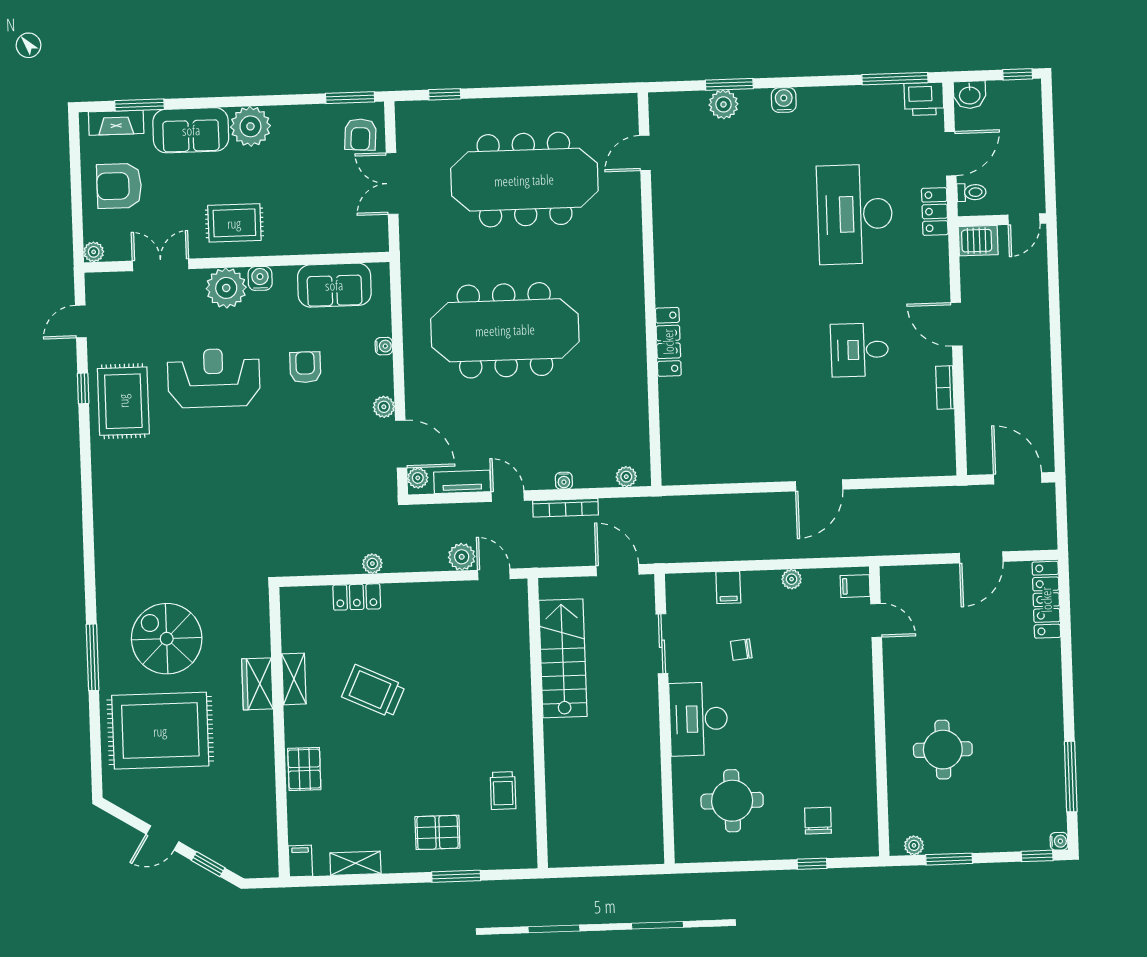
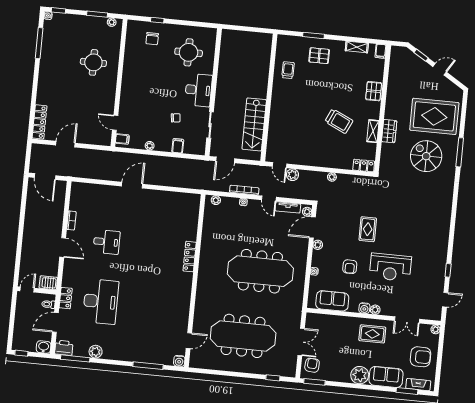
window: (729, 84) -> (148, 366), width x1.44
water cooler: (784, 100) -> (179, 361), moved
plant: (723, 104) -> (96, 352), moved
plant: (226, 288) -> (375, 310), width x0.53, depth x0.53
rug: (123, 401) -> (368, 229), moved, width x0.73, depth x0.70
door: (401, 444) -> (312, 227), hinge flipped
door: (618, 570) -> (225, 160), hinge flipped
locker: (357, 597) -> (364, 166), moved
spiral stairs: (167, 639) -> (426, 156), turned 180

